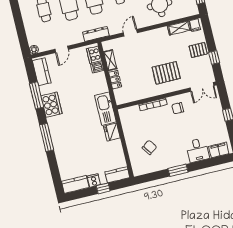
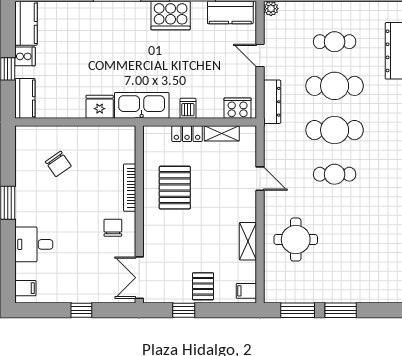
shelving: (179, 28) -> (248, 241), moved
dresser: (96, 34) -> (272, 102), moved
dishwasher: (97, 67) -> (188, 108), moved
pallet: (166, 73) -> (175, 188), moved
filing cabinet: (219, 150) -> (25, 288), width x0.50

